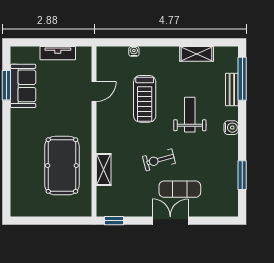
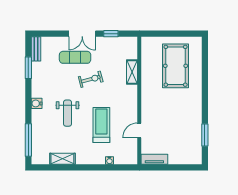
tv unit: (58, 53) -> (154, 159), moved
sofa: (23, 86) -> (193, 135), removed
bench: (232, 90) -> (36, 49), moved
pool table: (62, 166) -> (176, 66), moved
window: (114, 221) -> (111, 34), moved

